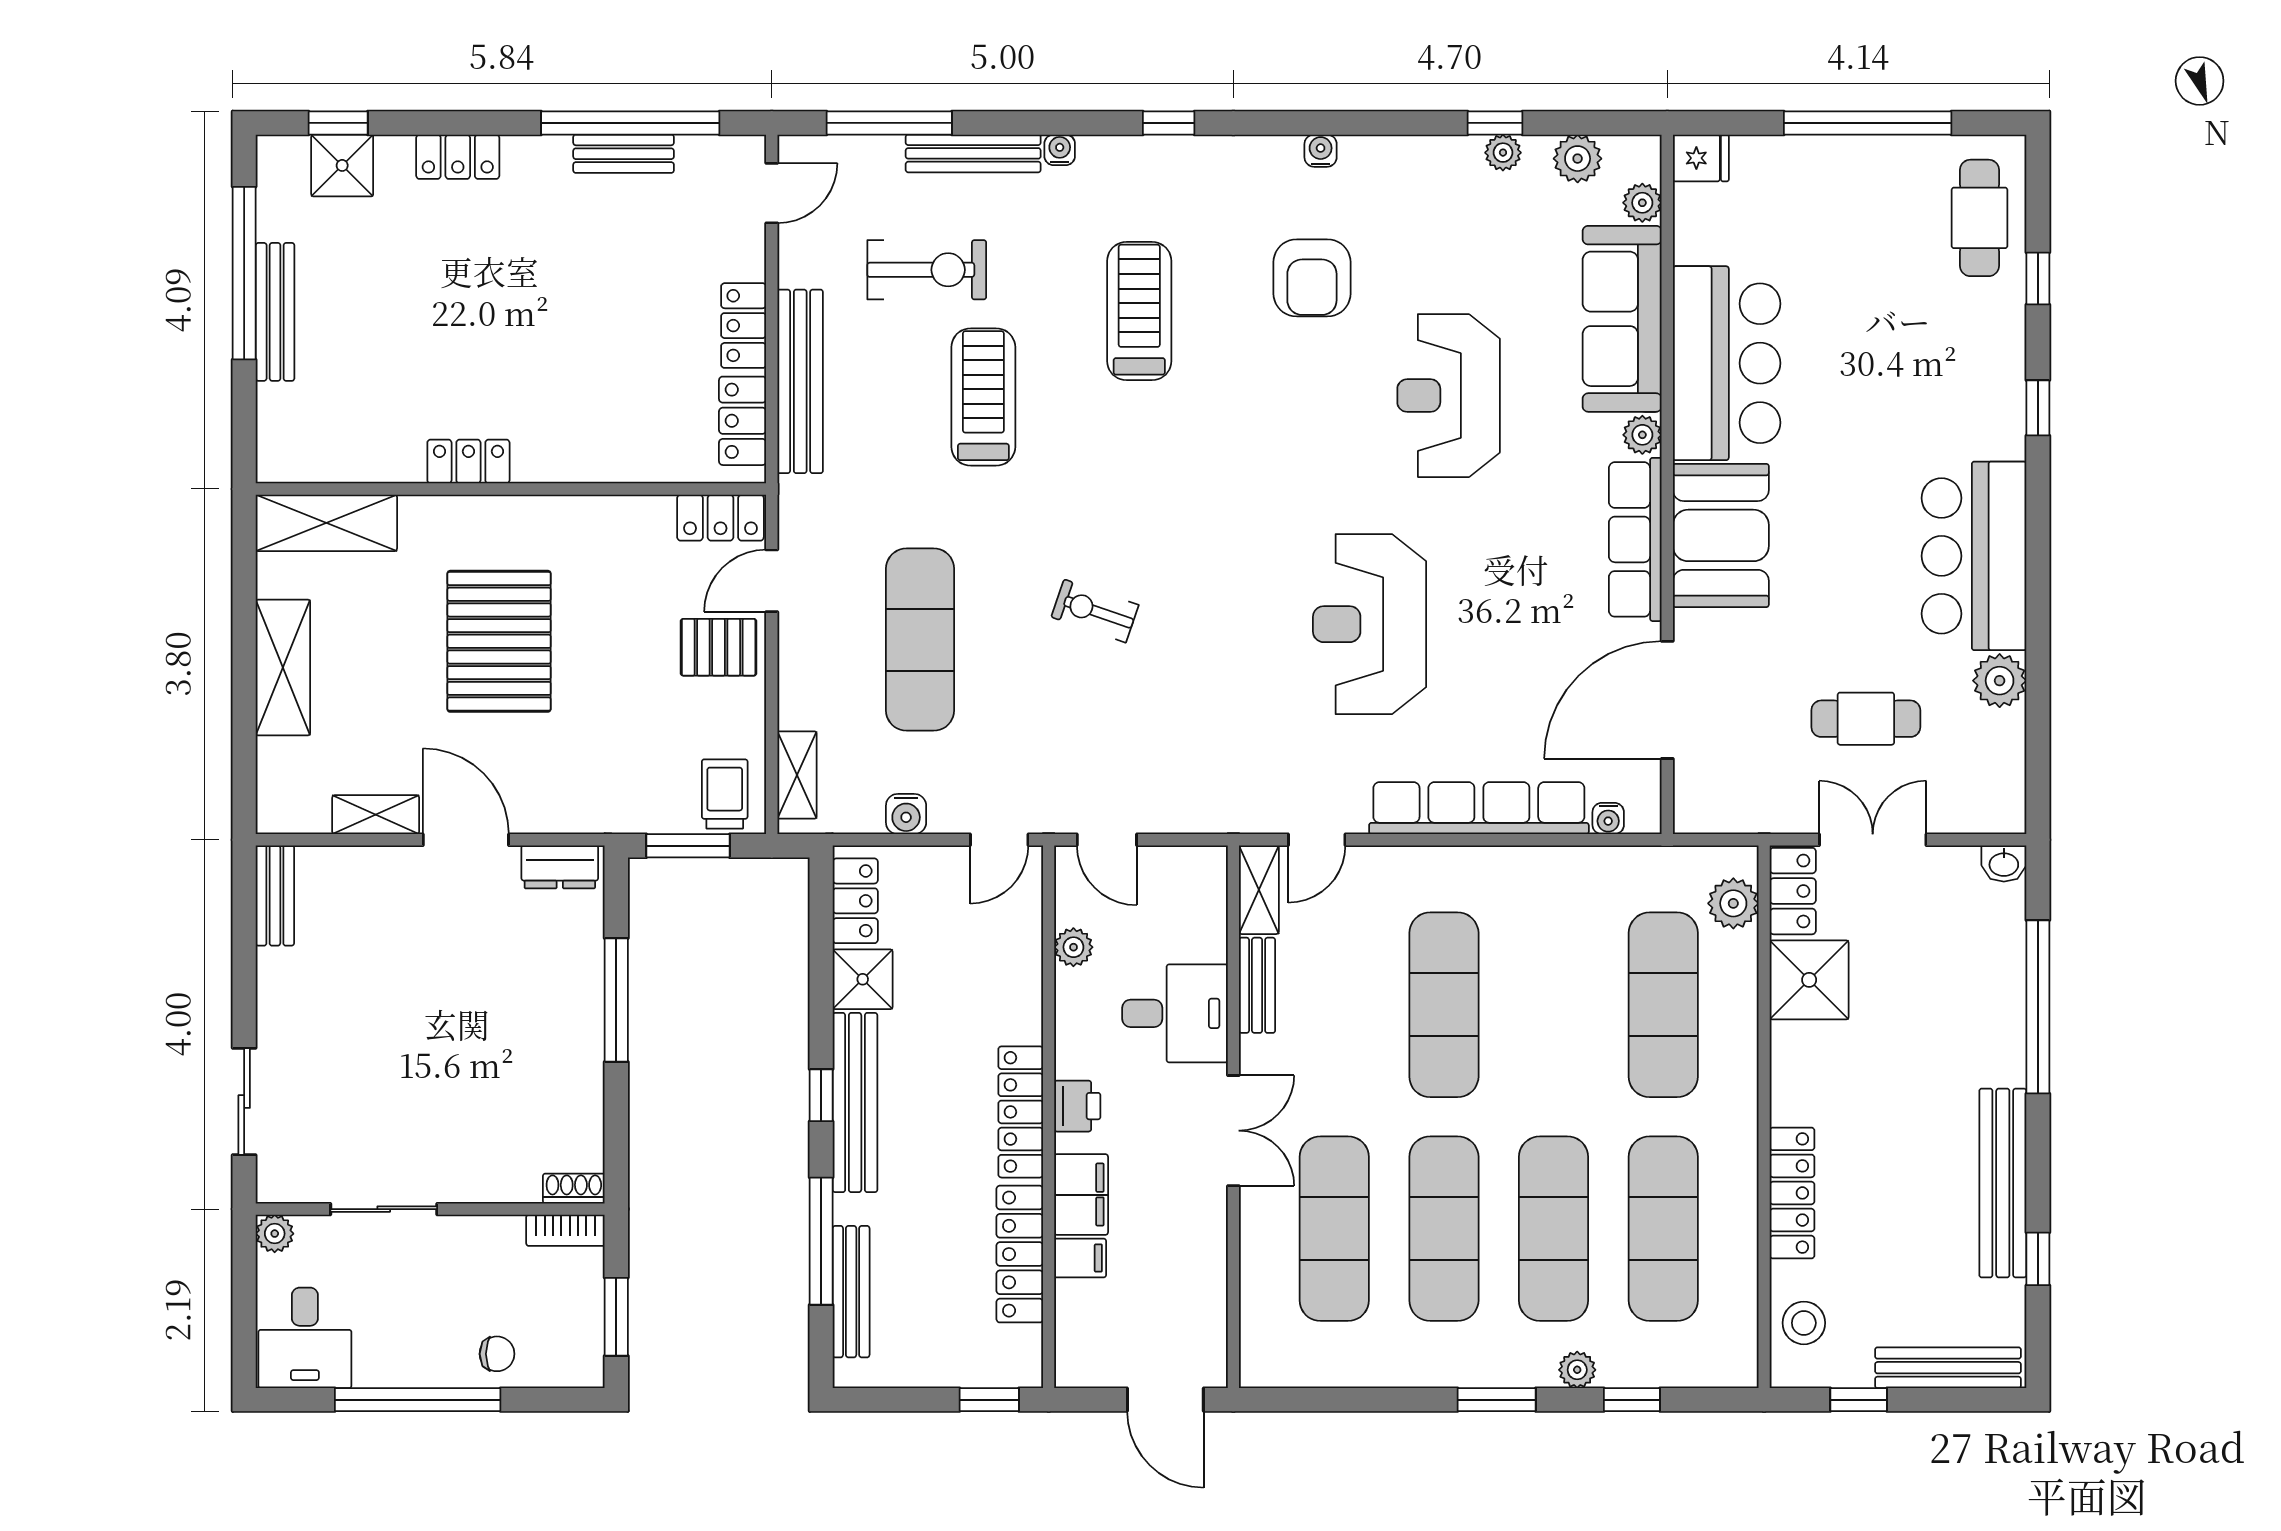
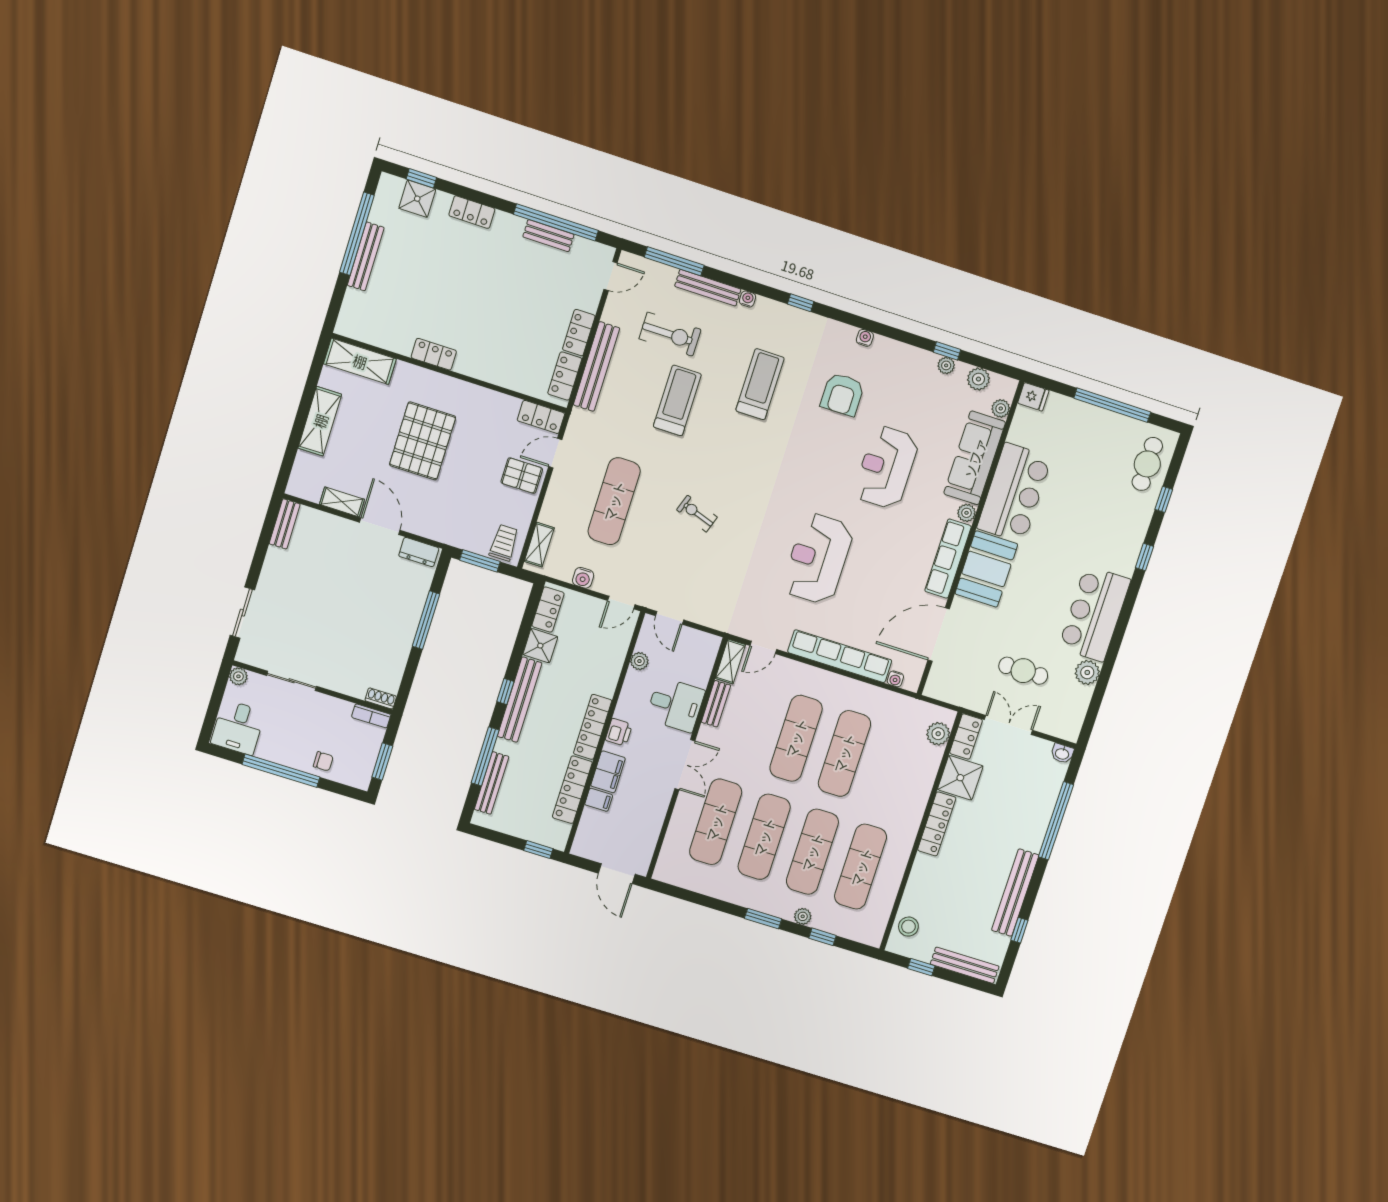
exercise mat: (1663, 1005) -> (844, 753), moved
locker: (1792, 1193) -> (937, 824), moved

